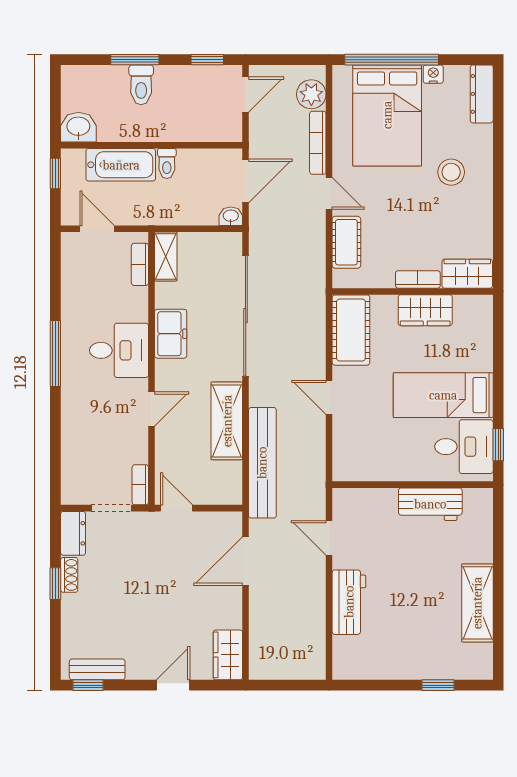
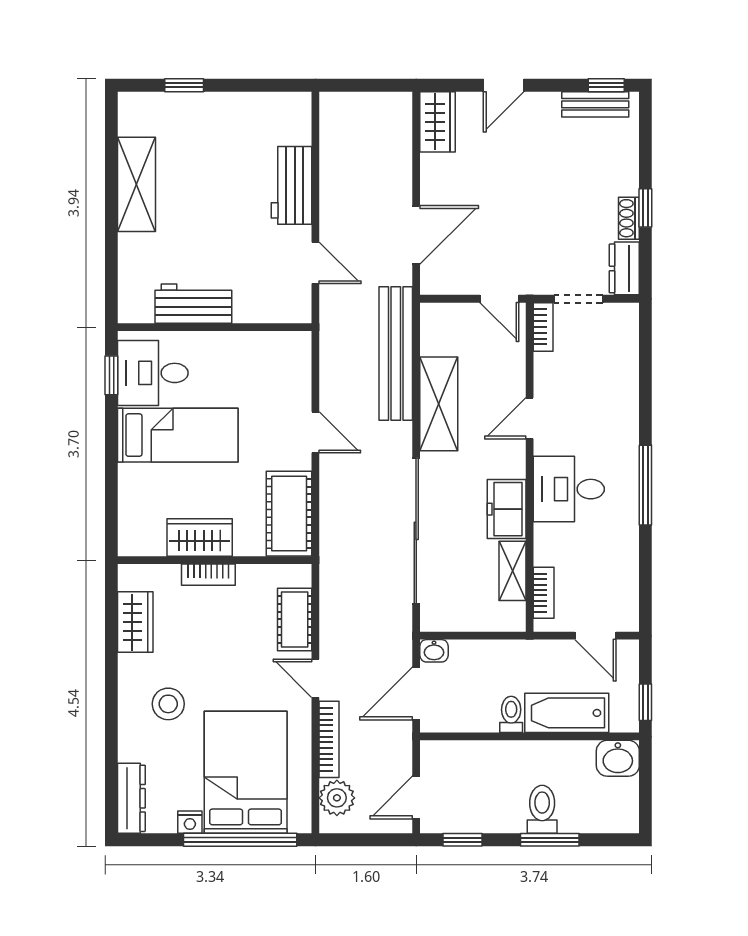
shelving: (166, 256) -> (512, 571), moved
wardrobe: (467, 274) -> (135, 622), moved, turned -90

